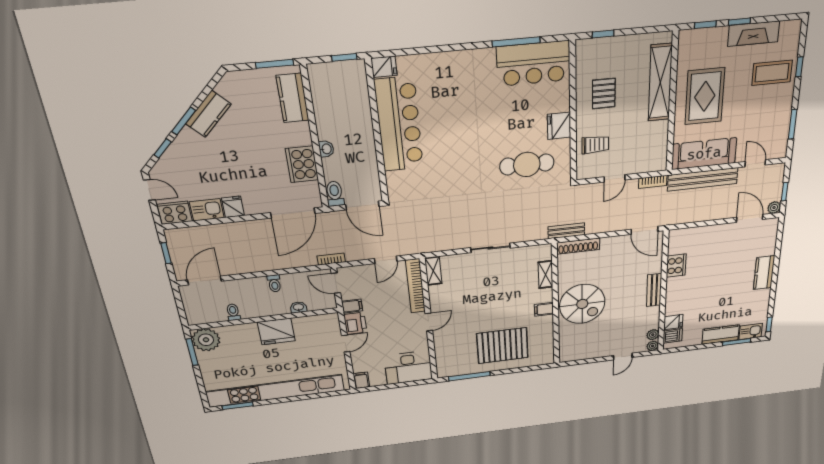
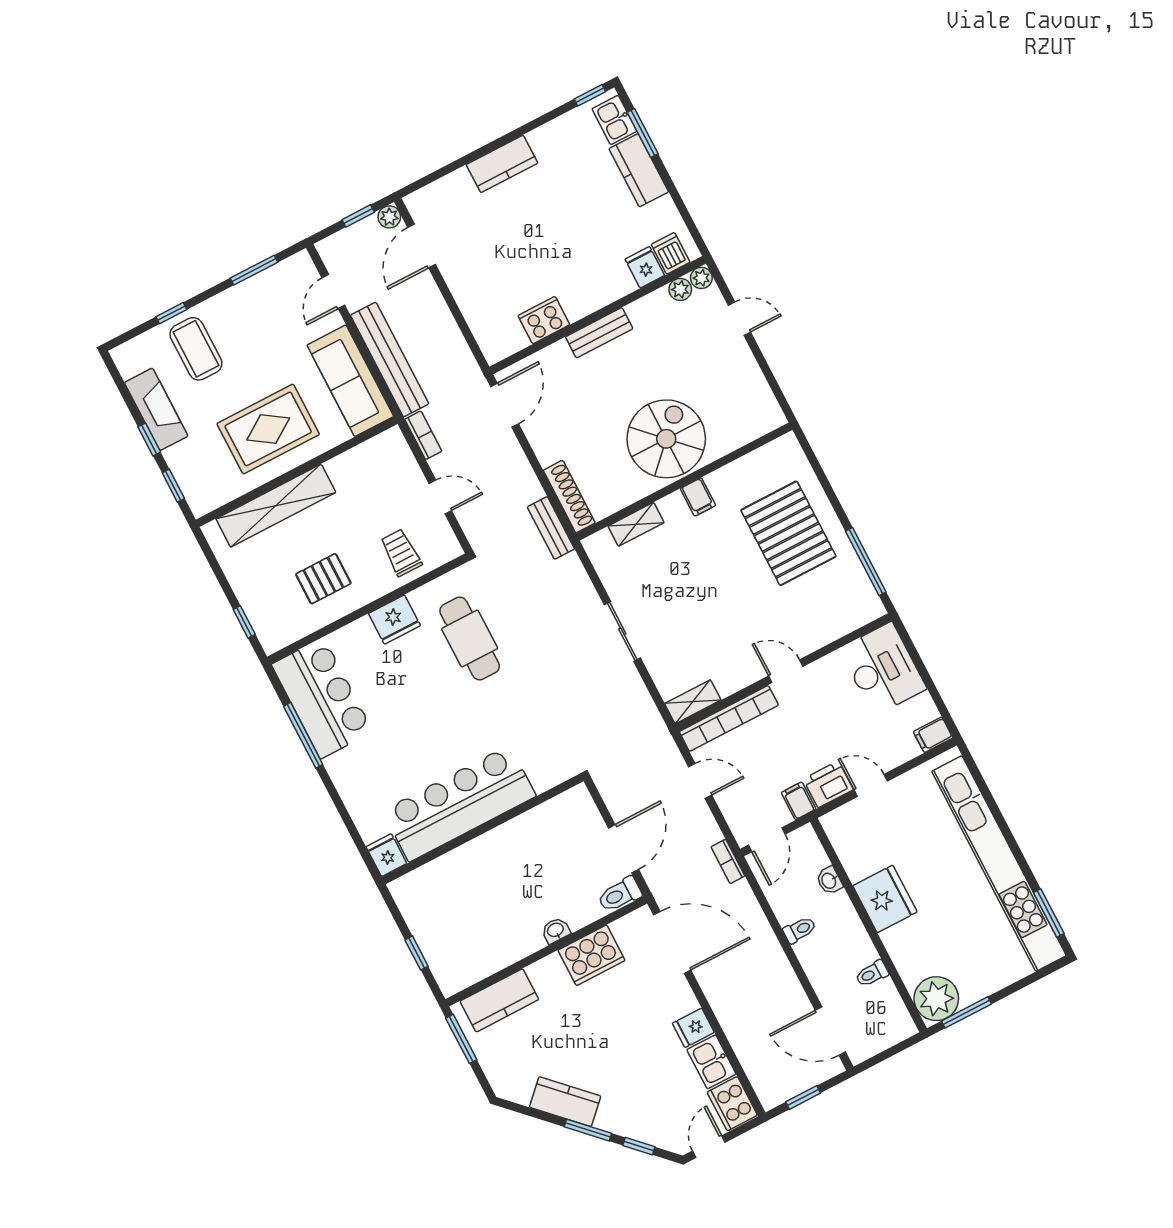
fridge: (384, 67) -> (386, 855), moved
bar counter: (399, 124) -> (459, 803), moved
wall: (377, 132) -> (483, 829), moved

